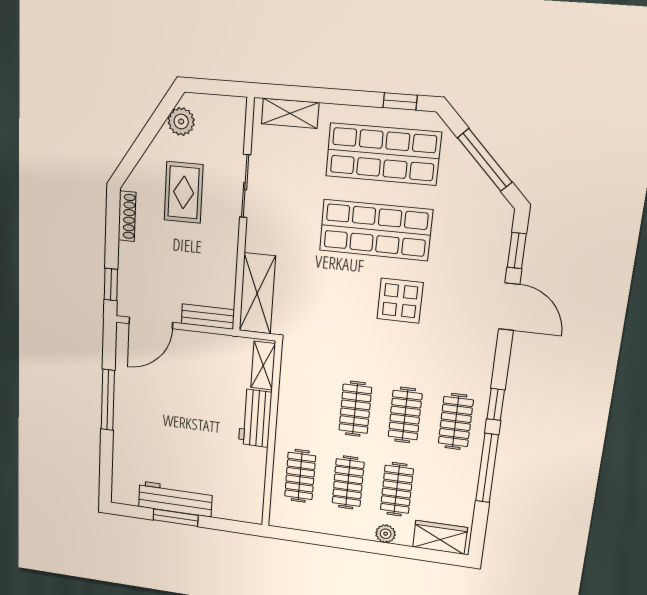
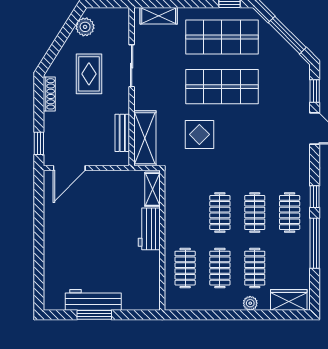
display table: (400, 301) -> (199, 134), moved
bench: (208, 317) -> (122, 133), moved, turned 90
window: (108, 400) -> (39, 230), removed

